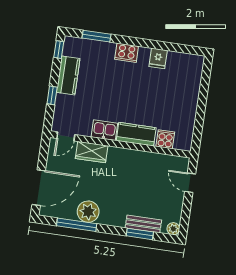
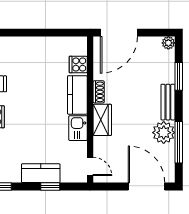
kitchen counter: (68, 75) -> (41, 173), moved
wardrobe: (92, 152) -> (102, 120), moved
shoe rack: (136, 155) -> (99, 92), added
door: (190, 183) -> (119, 33), width x1.88
bench: (143, 224) -> (168, 102), moved

